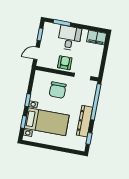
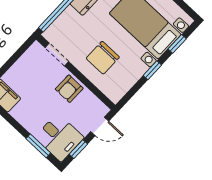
desk: (69, 38) -> (59, 137), moved, turned -90
chair: (58, 90) -> (103, 58), turned 180

